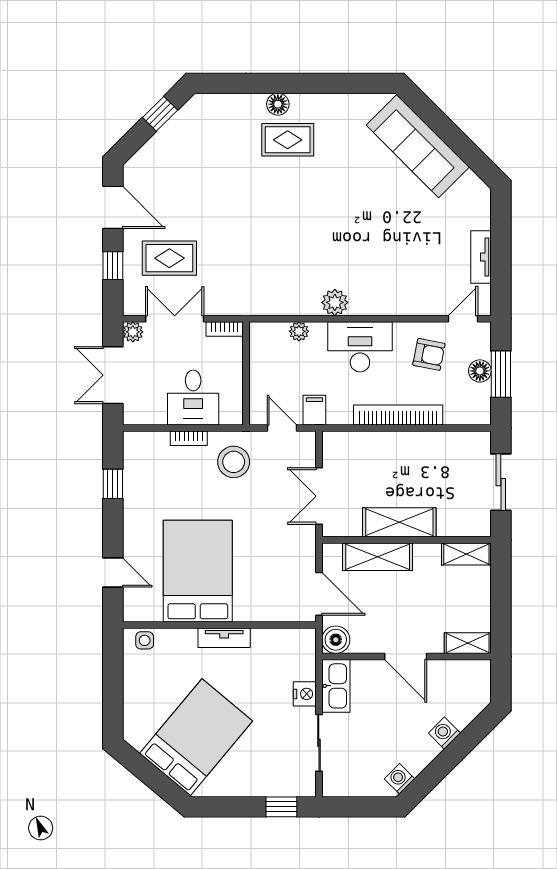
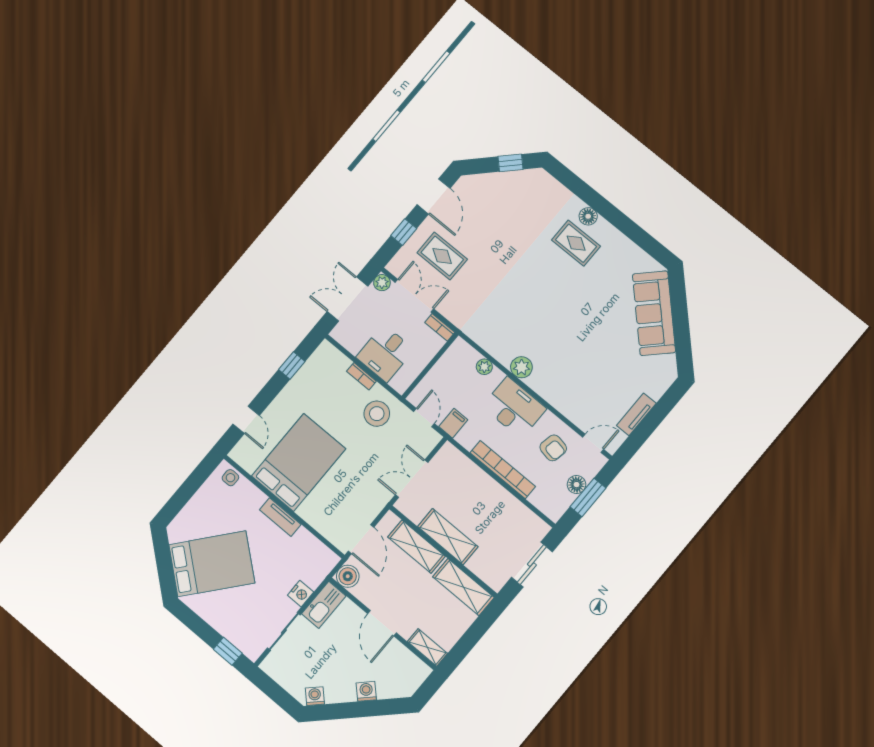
shelving: (466, 554) -> (463, 587), width x1.50, depth x1.33

